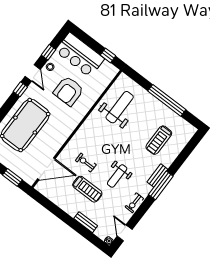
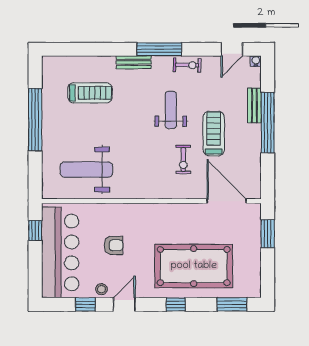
bar counter: (80, 55) -> (60, 252), width x1.36
window: (20, 89) -> (176, 304), moved
armchair: (69, 91) -> (113, 245), width x0.53, depth x0.53
weight bench: (117, 176) -> (171, 110), turned -90
window: (161, 185) -> (159, 49), moved
window: (71, 222) -> (268, 123), added

